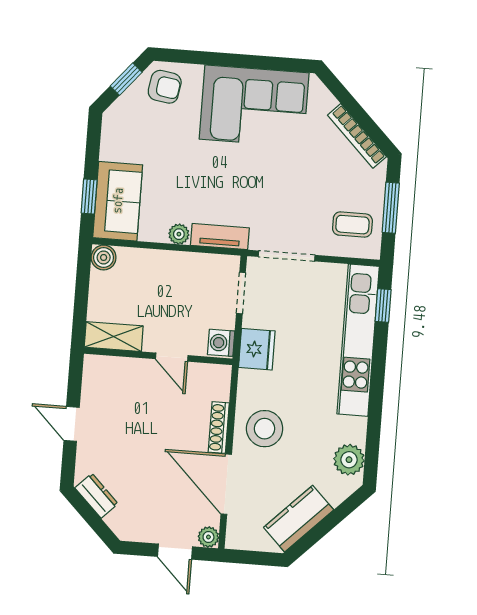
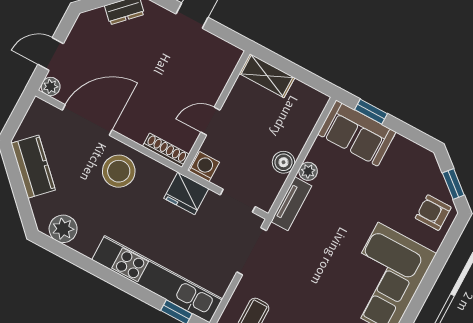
armchair: (165, 87) -> (433, 213), turned 81
boiler: (104, 257) -> (283, 162), moved
shelving: (114, 337) -> (267, 76), moved, turned 90
shoe rack: (219, 427) -> (166, 150), moved

